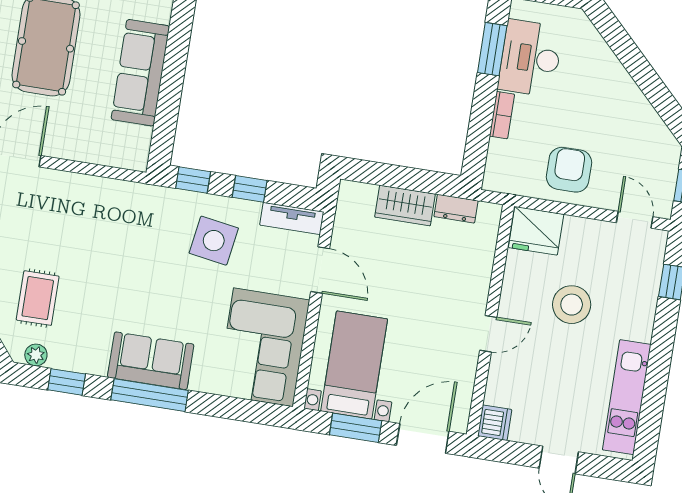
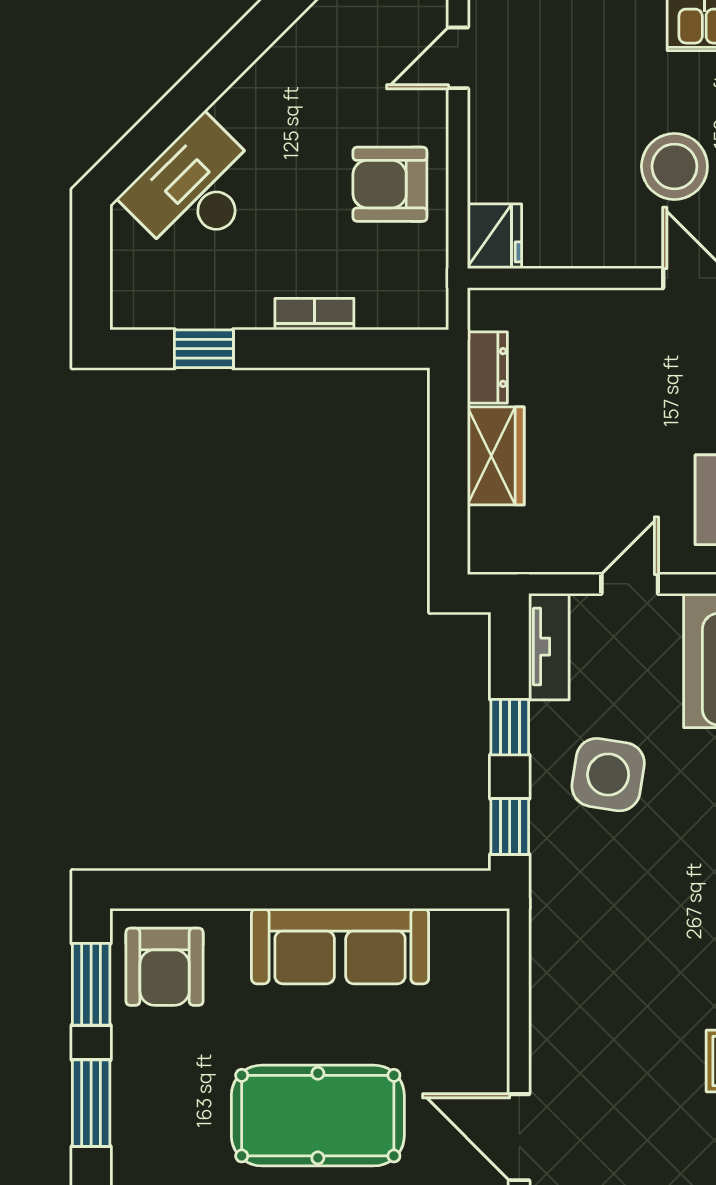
window: (492, 49) -> (204, 349), width x0.67
desk: (530, 58) -> (195, 189), moved, turned 135
fridge: (536, 231) -> (495, 235), width x0.73, depth x0.75
door: (320, 270) -> (630, 584), width x0.73
stool: (572, 305) -> (674, 166), moved

